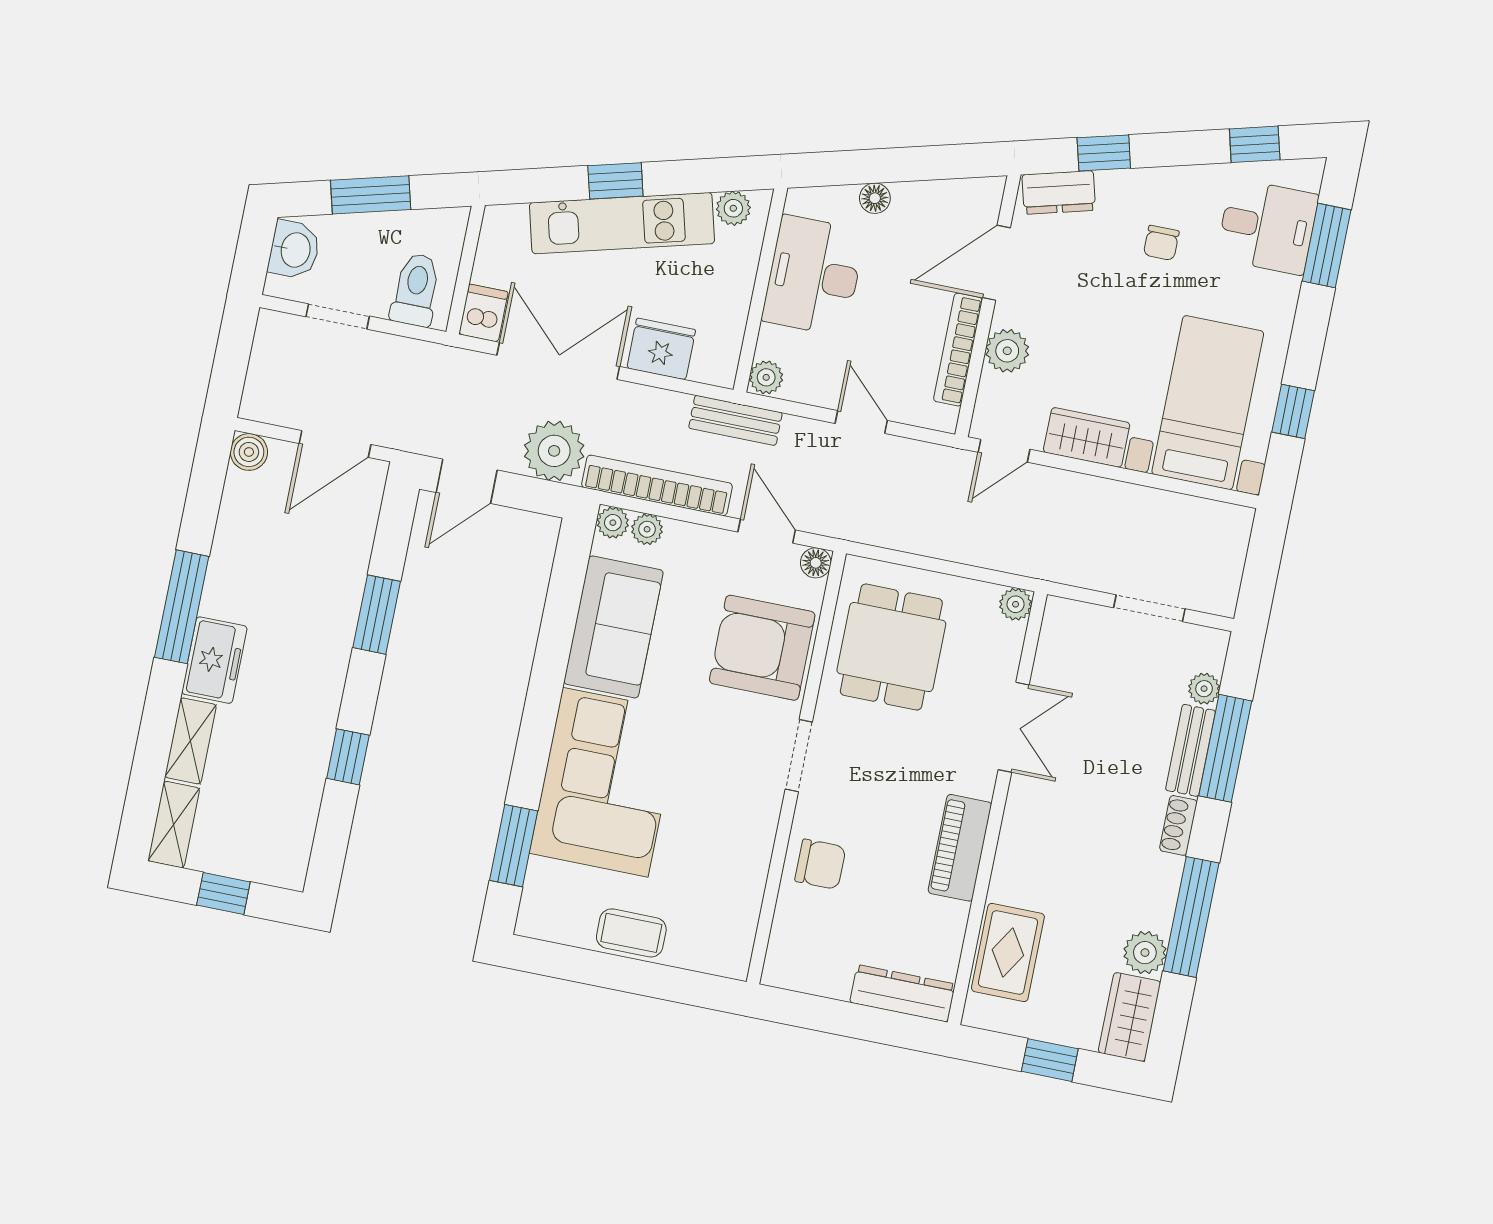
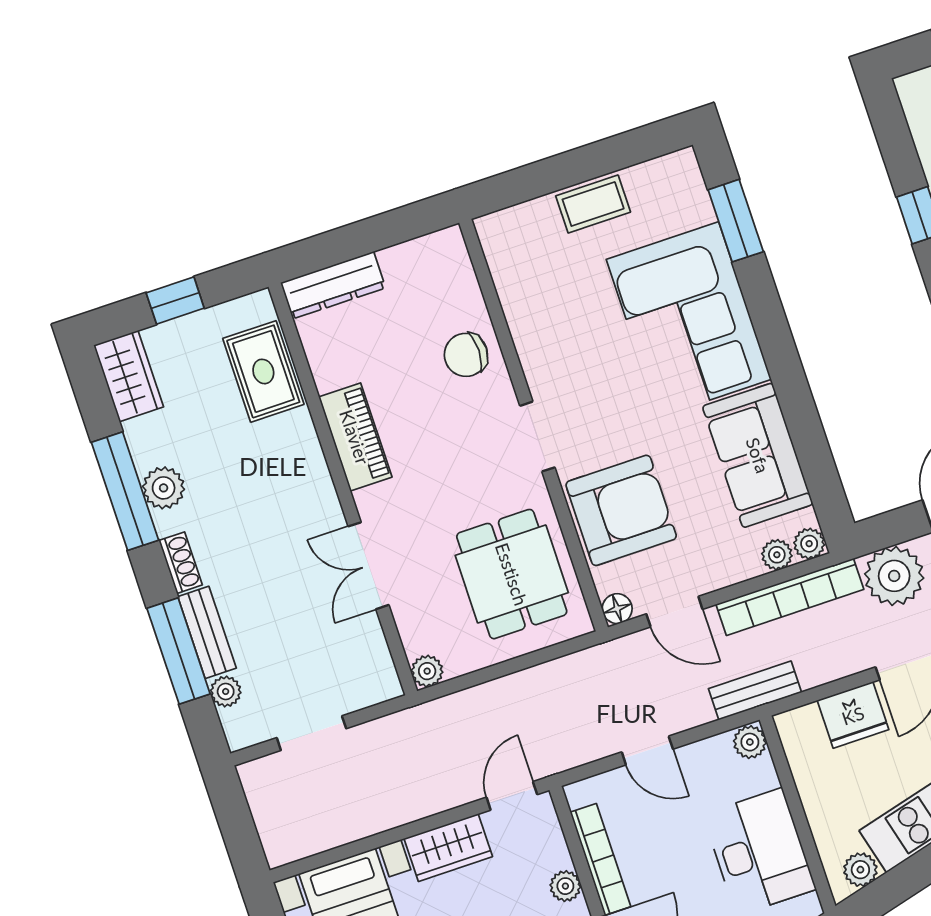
plant: (1007, 351) -> (565, 886), width x0.73, depth x0.73
plant: (1145, 953) -> (164, 488), moved

